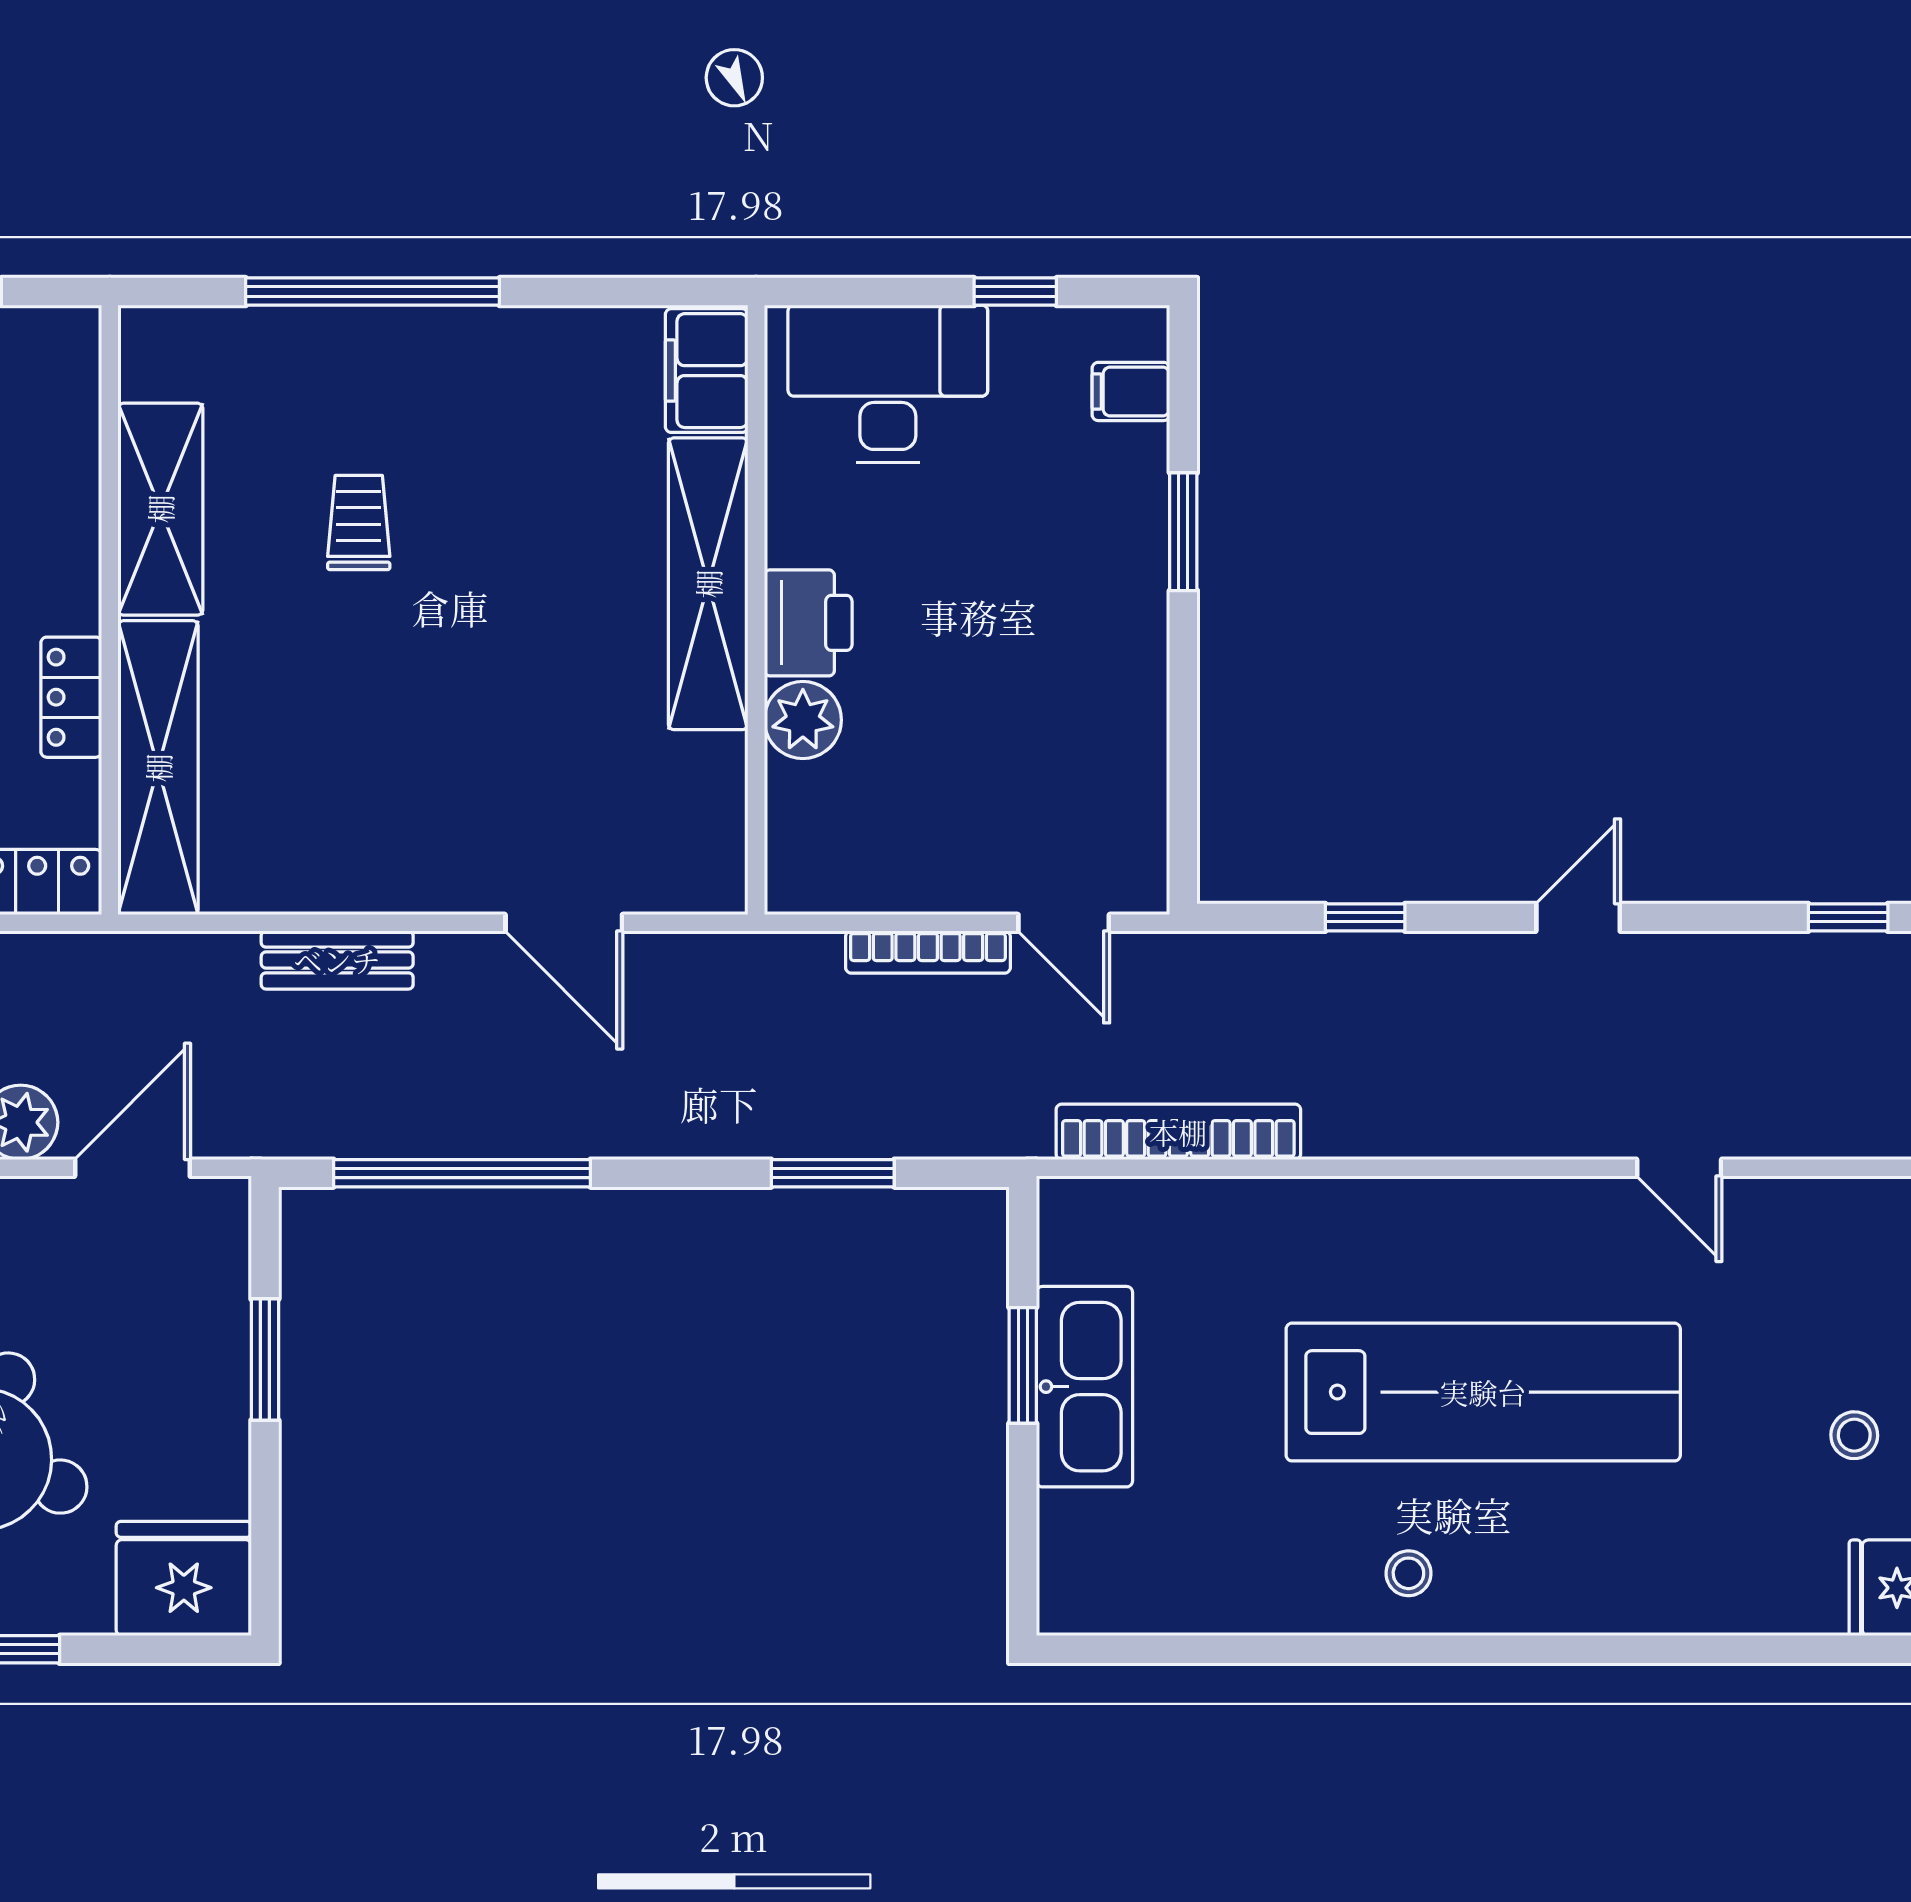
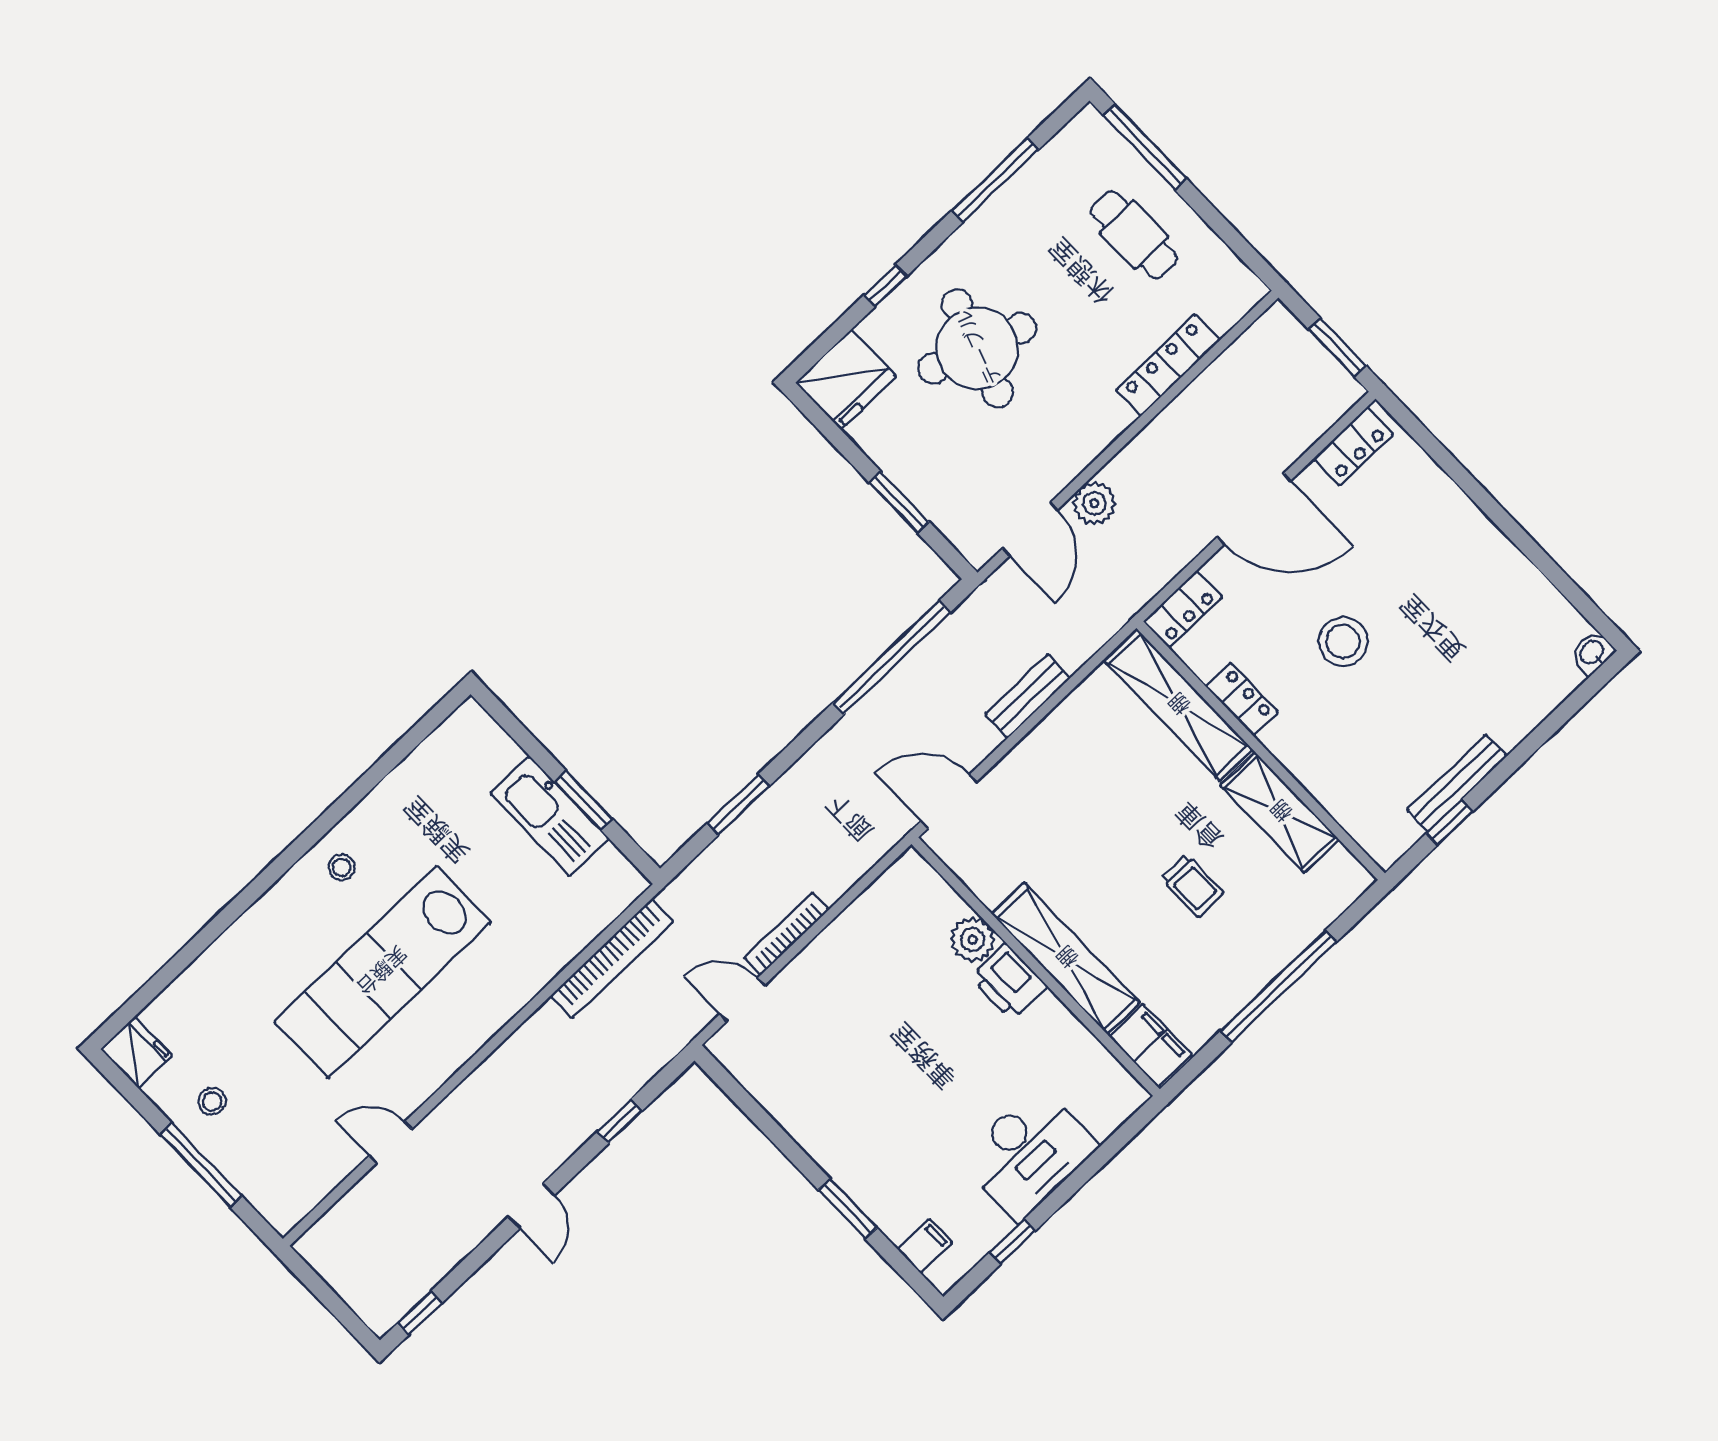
filing cabinet: (707, 371) -> (1151, 1046), moved
shelving: (708, 584) -> (1066, 958), moved
wall: (756, 610) -> (1036, 967), moved
printer: (808, 623) -> (1009, 982), moved
plant: (803, 720) -> (973, 940), moved

